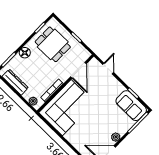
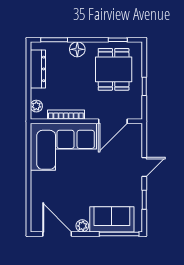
door: (108, 68) -> (144, 167), moved
sofa: (131, 106) -> (112, 219), moved, turned 90

